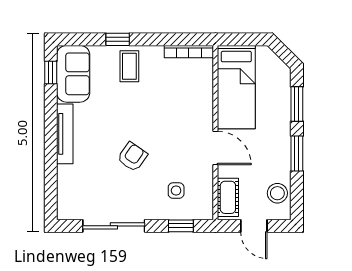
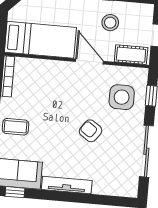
door: (215, 148) -> (89, 61), hinge flipped
side table: (176, 191) -> (122, 97), width x1.87, depth x1.87
stool: (277, 193) -> (110, 23), moved

